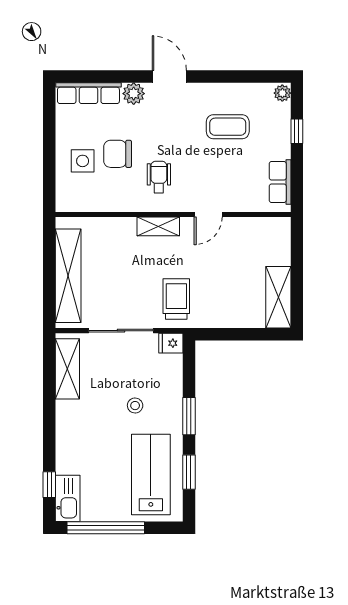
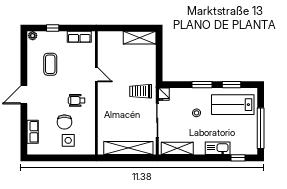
row of seats: (88, 93) -> (33, 132), width x0.68
plant: (134, 94) -> (33, 114), removed
shelving: (158, 226) -> (103, 101), removed
kitchen sink: (68, 498) -> (218, 148), moved

